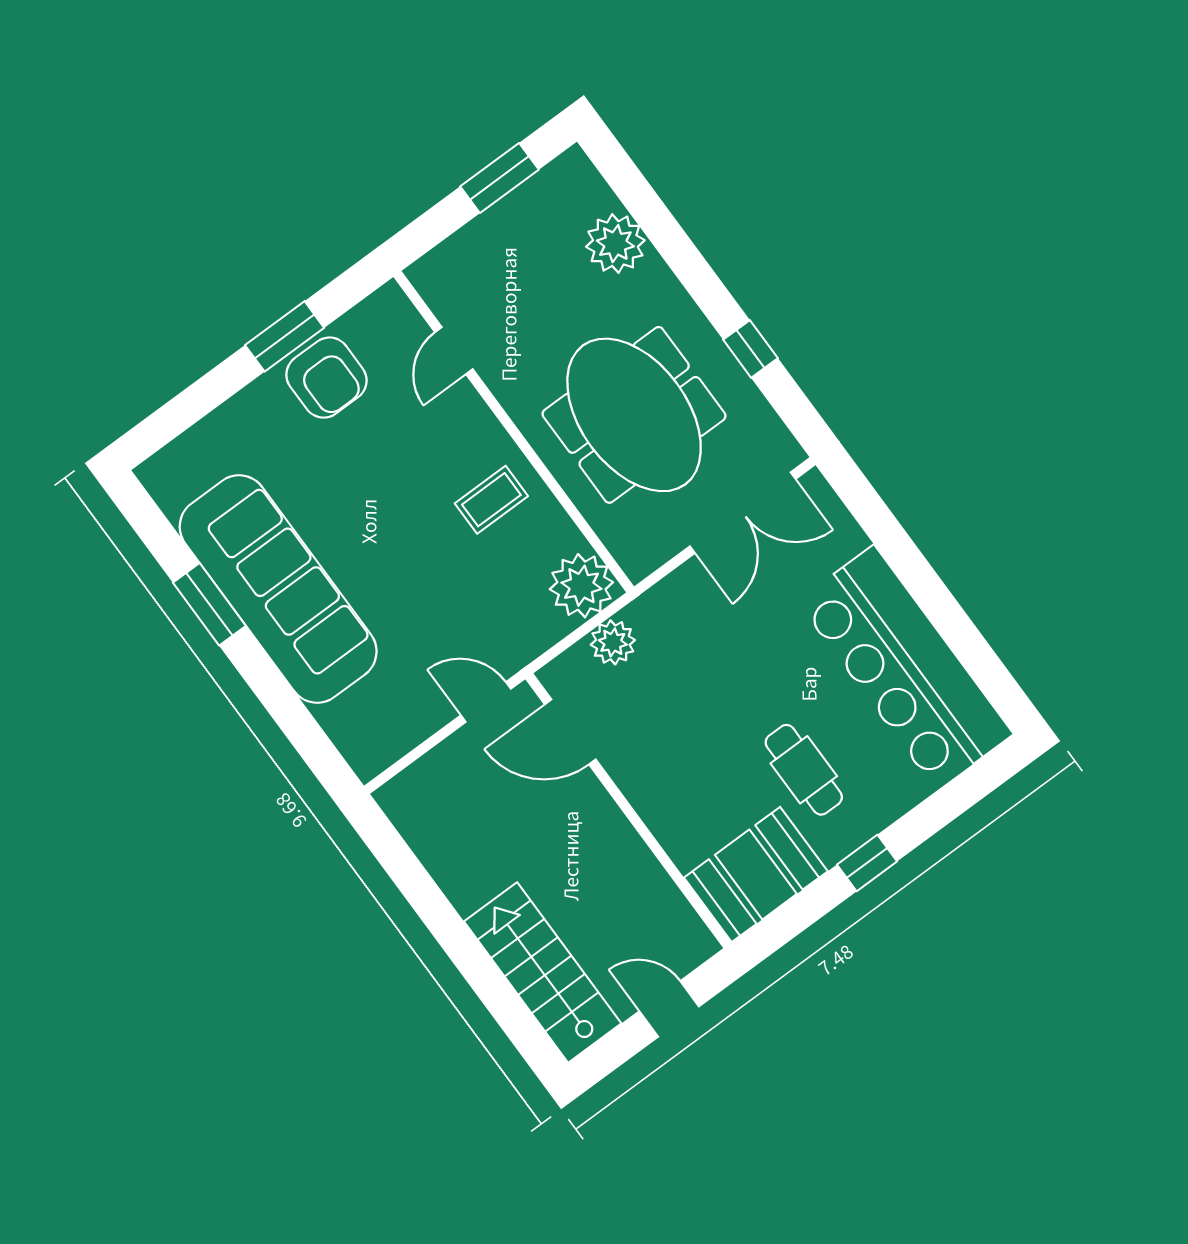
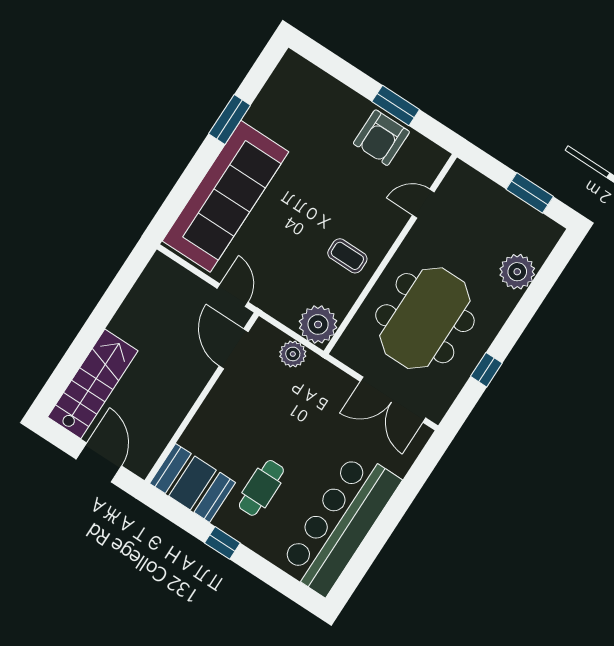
sofa: (278, 589) -> (226, 196), moved
door: (669, 1009) -> (99, 463), width x1.38

